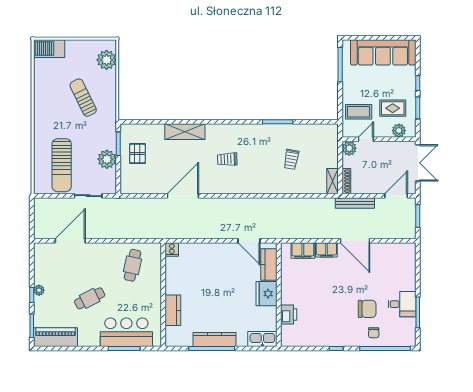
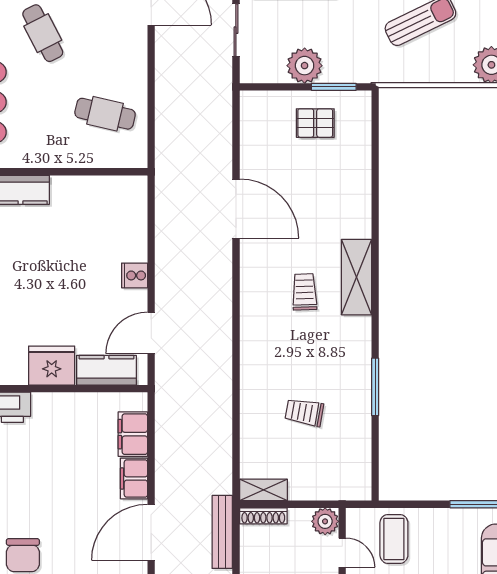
shelving: (185, 132) -> (357, 277), moved
cooker: (172, 250) -> (135, 275), moved

